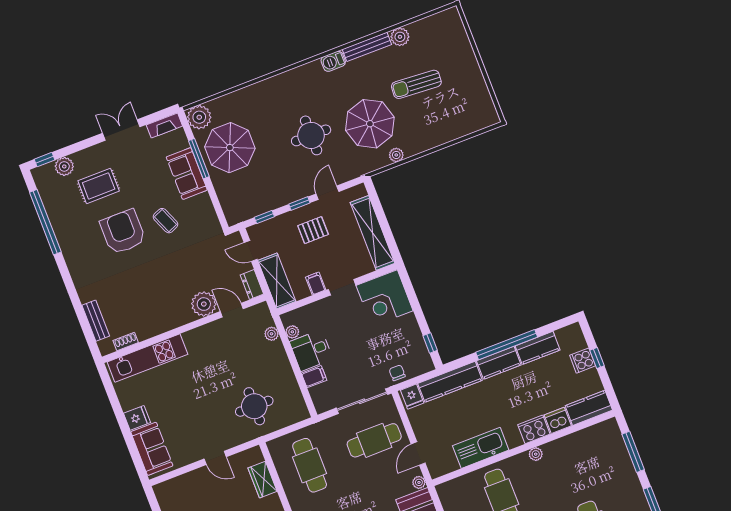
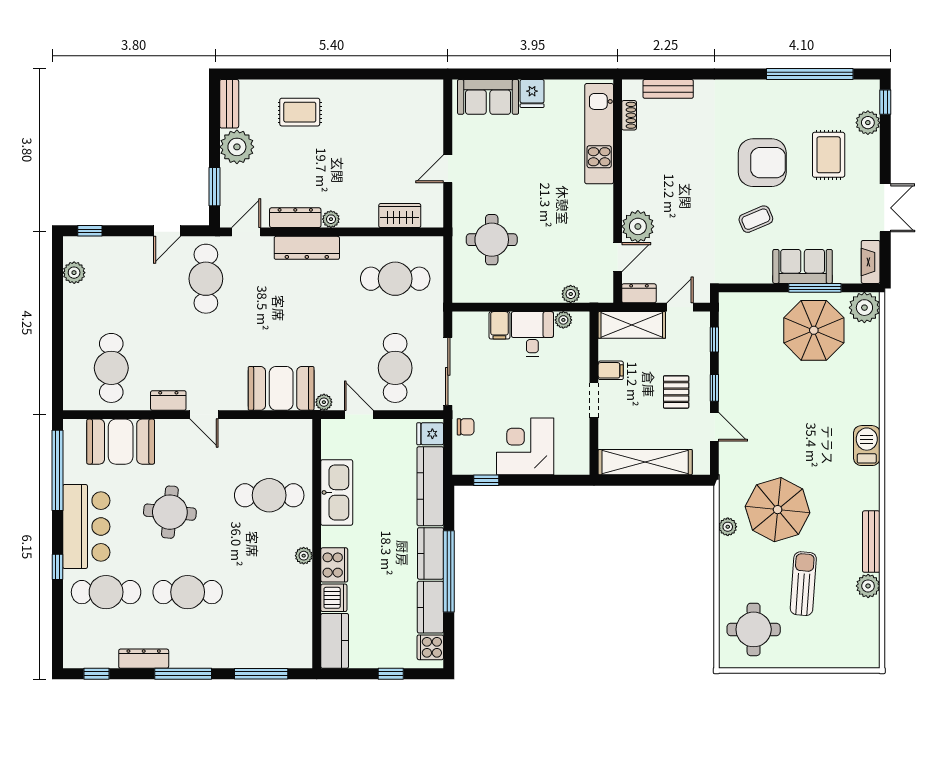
barbecue: (333, 61) -> (867, 446), moved, width x1.38, depth x1.27
round table: (311, 135) -> (754, 629), moved
corner desk: (385, 298) -> (525, 446), moved
cooker: (583, 361) -> (430, 647), moved, turned -90

